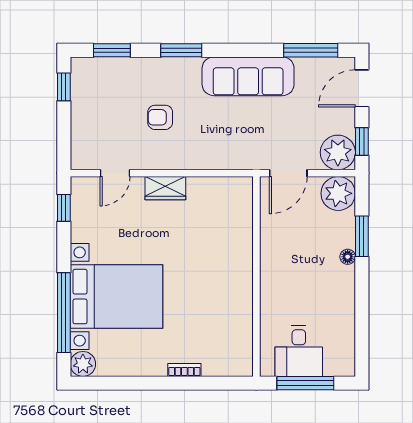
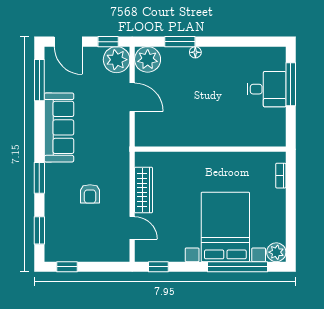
wardrobe: (165, 188) -> (144, 190), width x1.50
wall: (256, 276) -> (210, 149), moved

